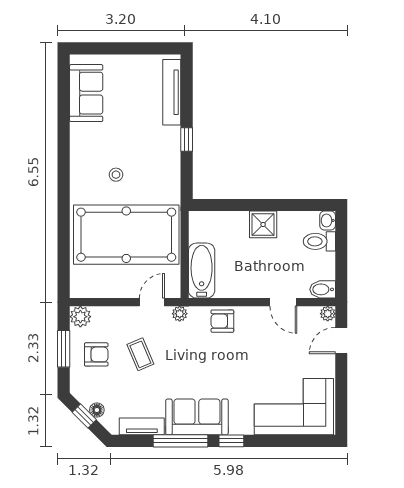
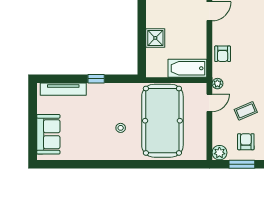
sofa: (86, 93) -> (48, 134), moved, turned 90
shower: (263, 224) -> (155, 38), moved
door: (152, 302) -> (209, 103), swing flipped

